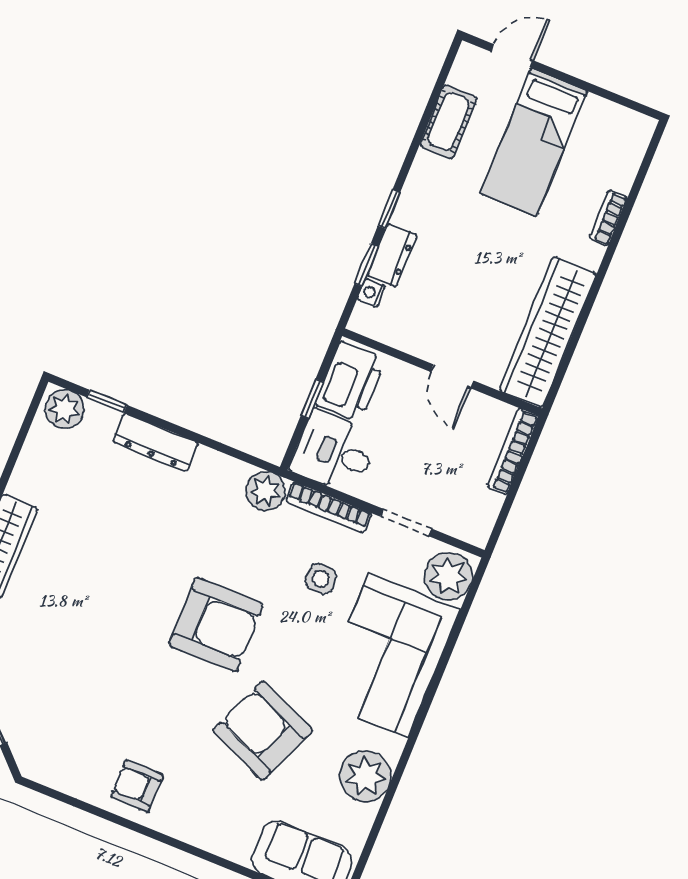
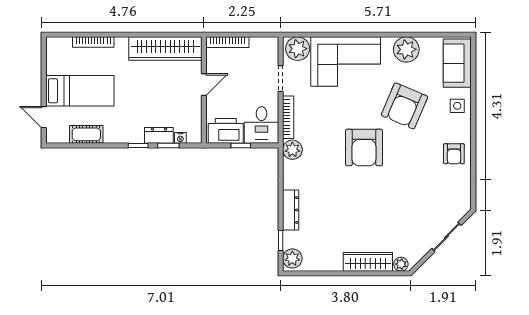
bookcase: (608, 218) -> (93, 42), width x1.56
side table: (321, 579) -> (457, 106), moved
armchair: (216, 625) -> (364, 147), turned 180

